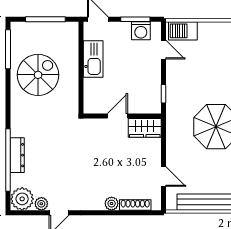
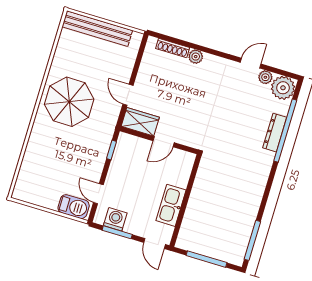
spiral stairs: (38, 75) -> (230, 206), removed
door: (164, 177) -> (128, 95), moved

